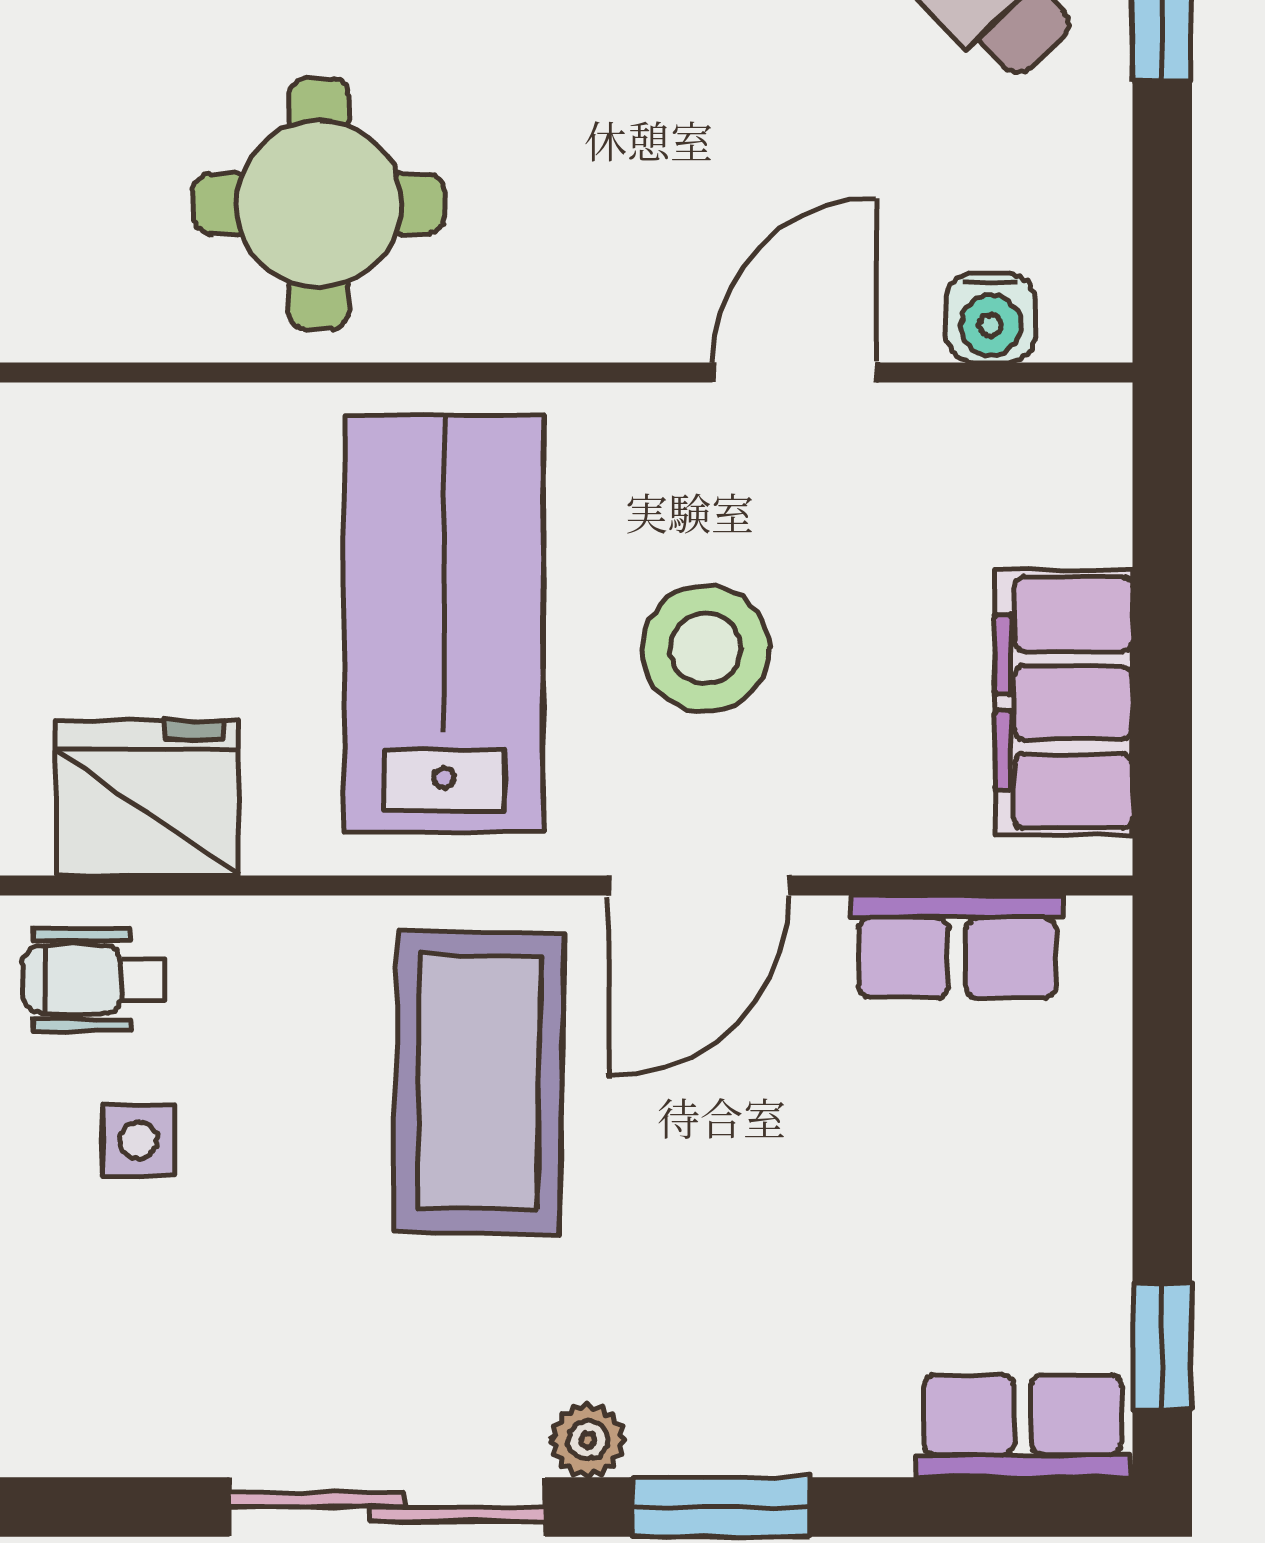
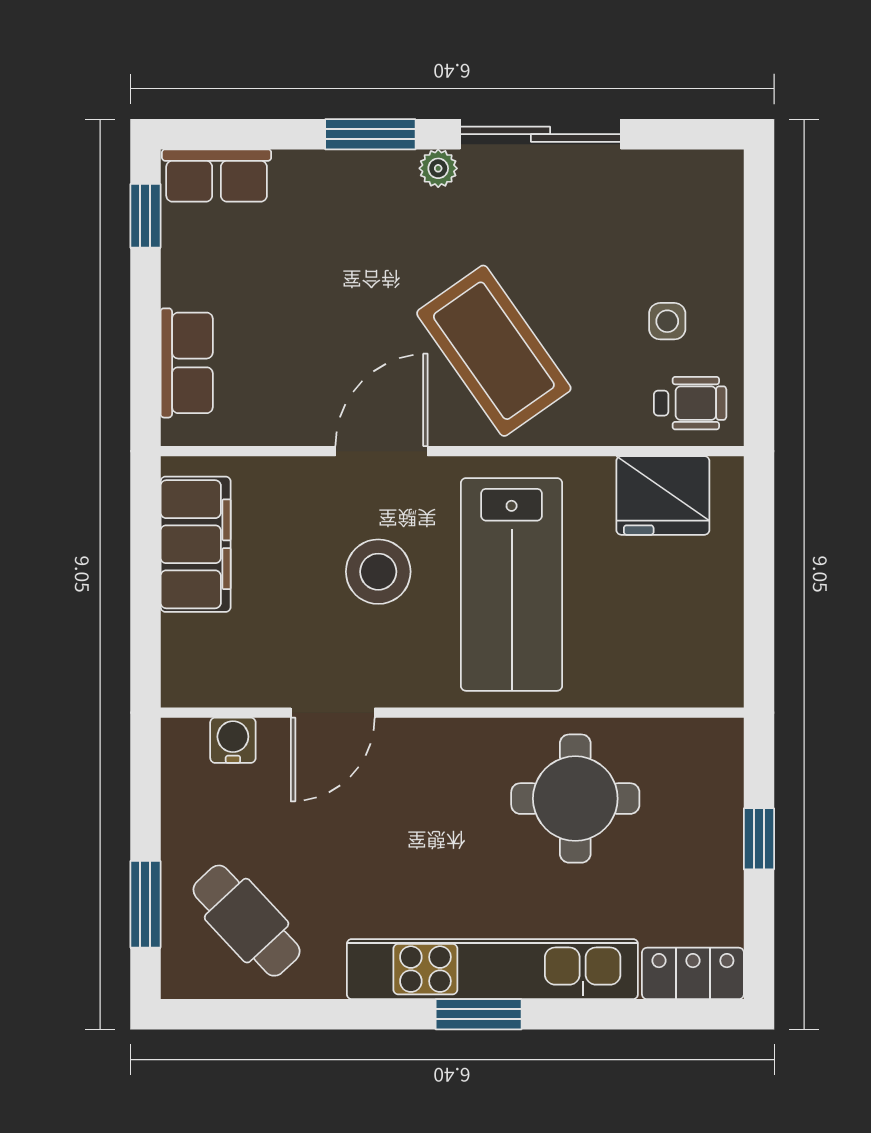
row of seats: (957, 947) -> (187, 363), moved, turned 90
coffee table: (479, 1082) -> (494, 351), turned -36

